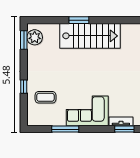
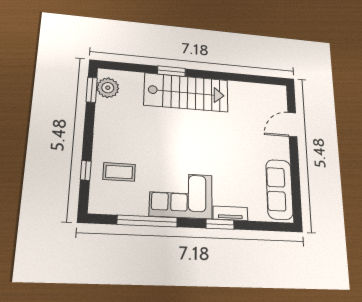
window: (24, 87) -> (86, 170), moved
window: (65, 129) -> (147, 221), width x1.46
window: (124, 129) -> (220, 224), moved

